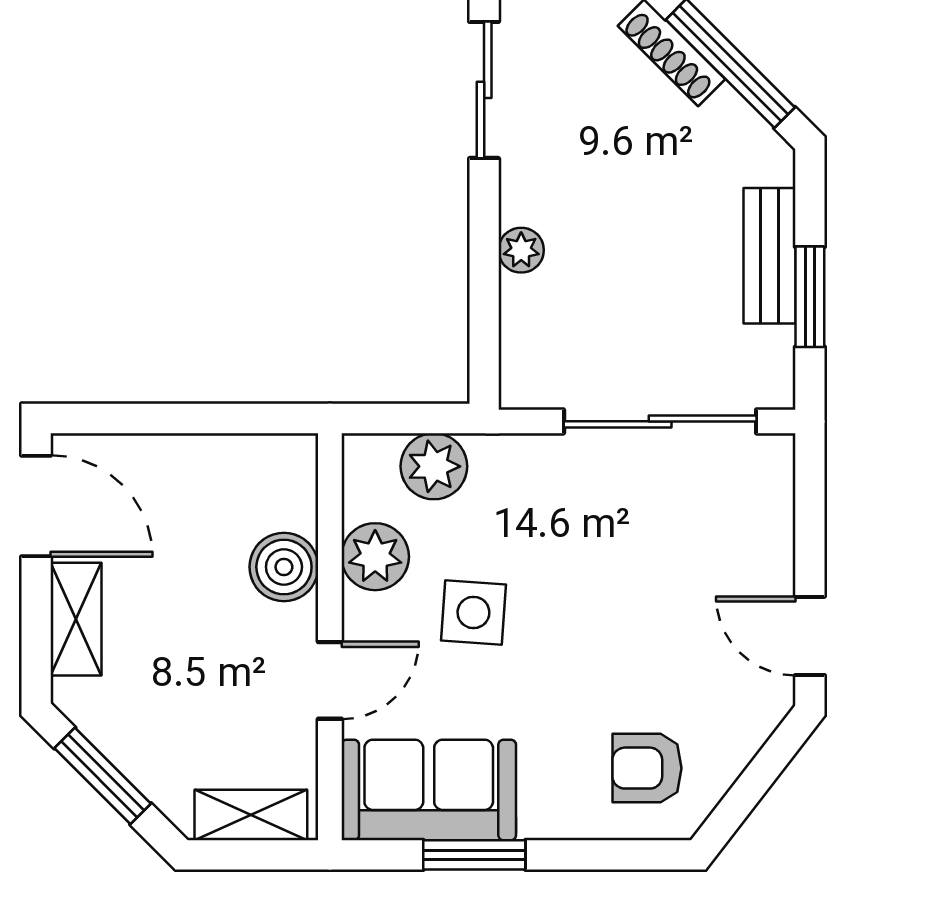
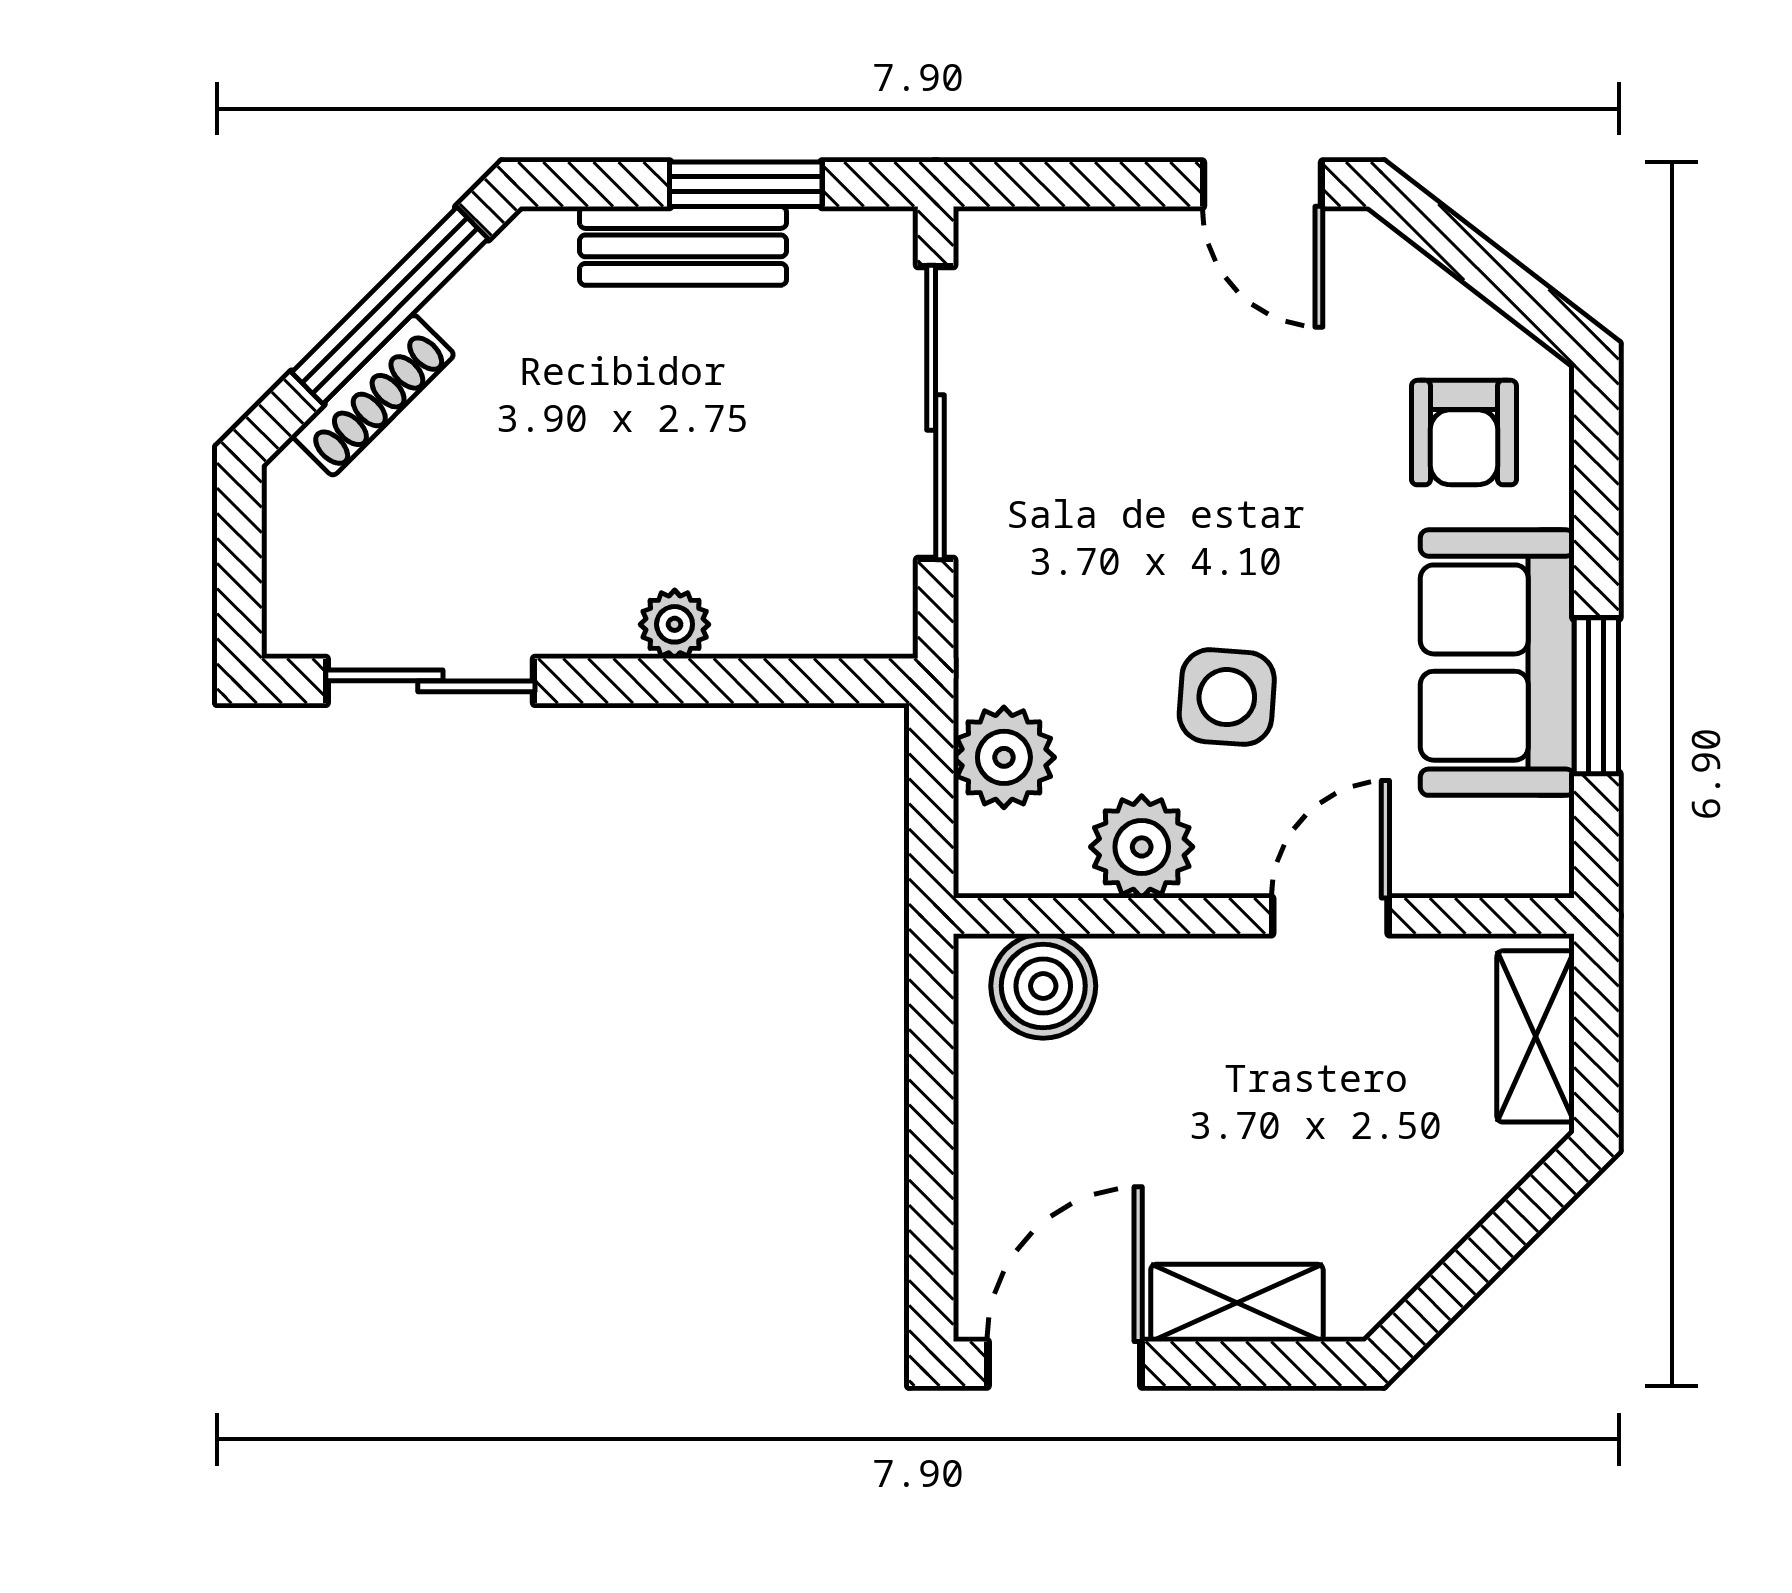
boiler: (284, 567) -> (1043, 986), moved
door: (810, 636) -> (1263, 184), hinge flipped
door: (330, 680) -> (1330, 916), hinge flipped
window: (103, 776) -> (1476, 1262), removed
sofa: (429, 790) -> (1497, 663), moved

